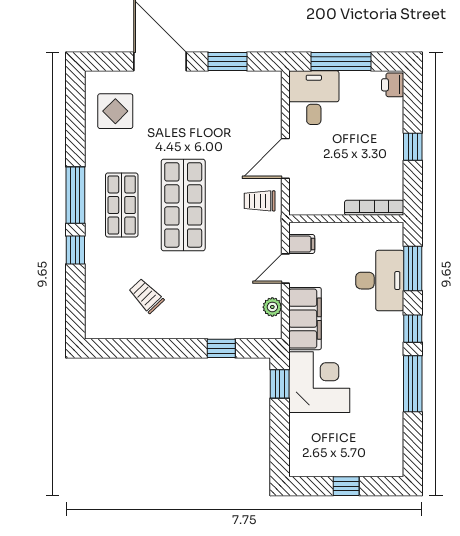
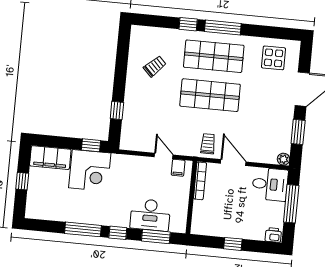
shop shelf: (122, 205) -> (214, 56), width x1.43, depth x1.36
bookcase: (374, 208) -> (200, 181), moved
plant: (272, 307) -> (283, 159), moved
filing cabinet: (305, 319) -> (50, 158), moved

